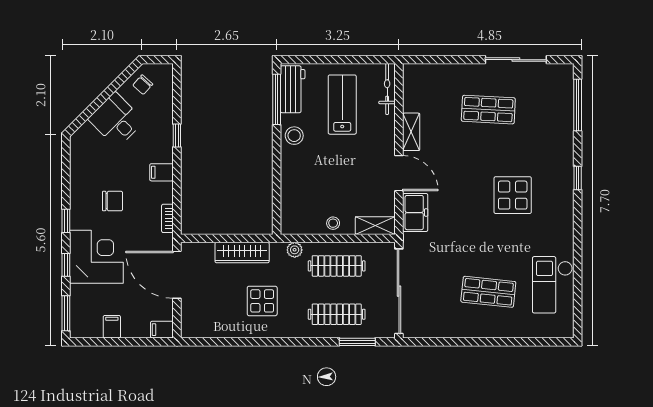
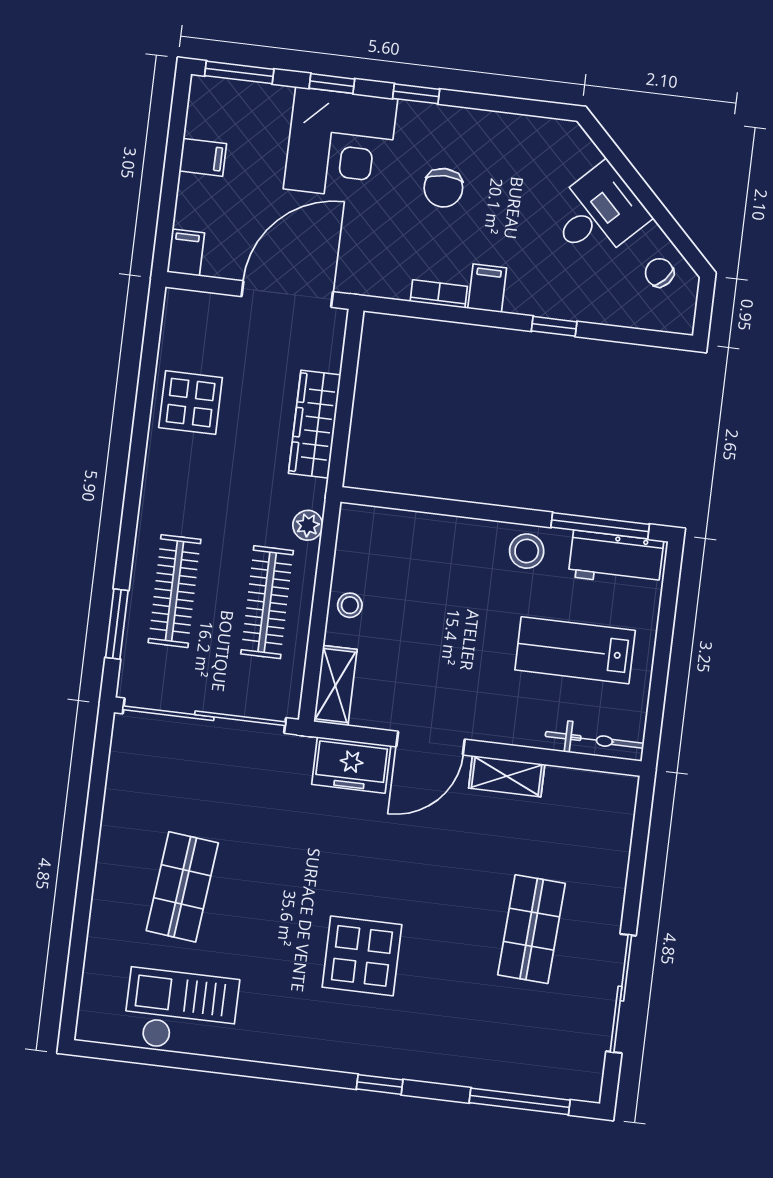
lab bench: (342, 105) -> (575, 650), turned 180
bookcase: (167, 218) -> (439, 294), moved
display table: (262, 301) -> (191, 403), moved

